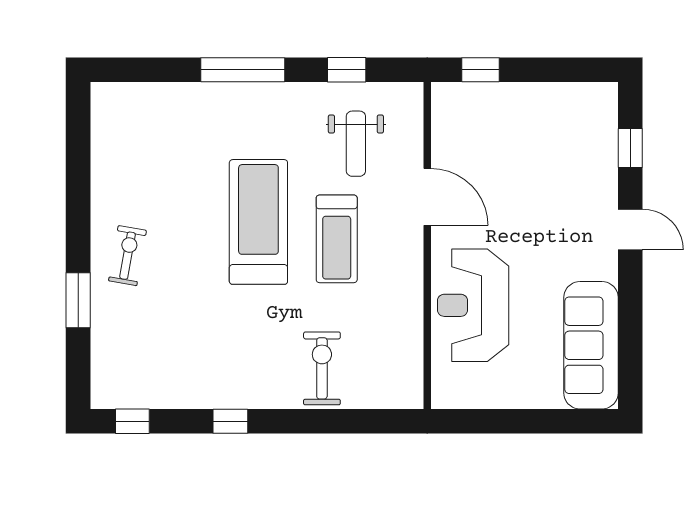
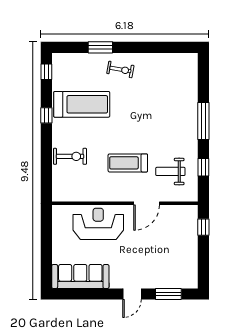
window: (630, 148) -> (168, 294), width x1.50
treadmill: (258, 222) -> (82, 104), moved

